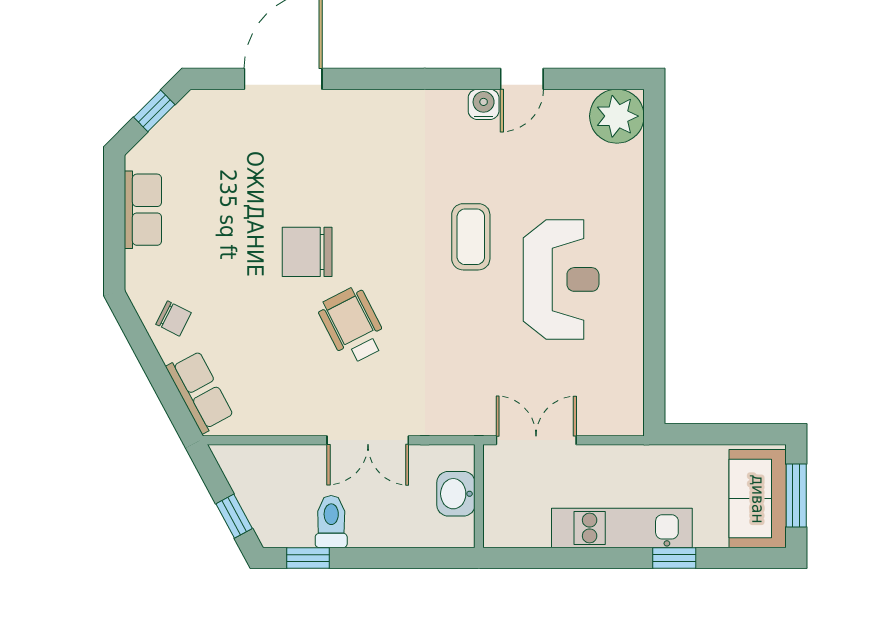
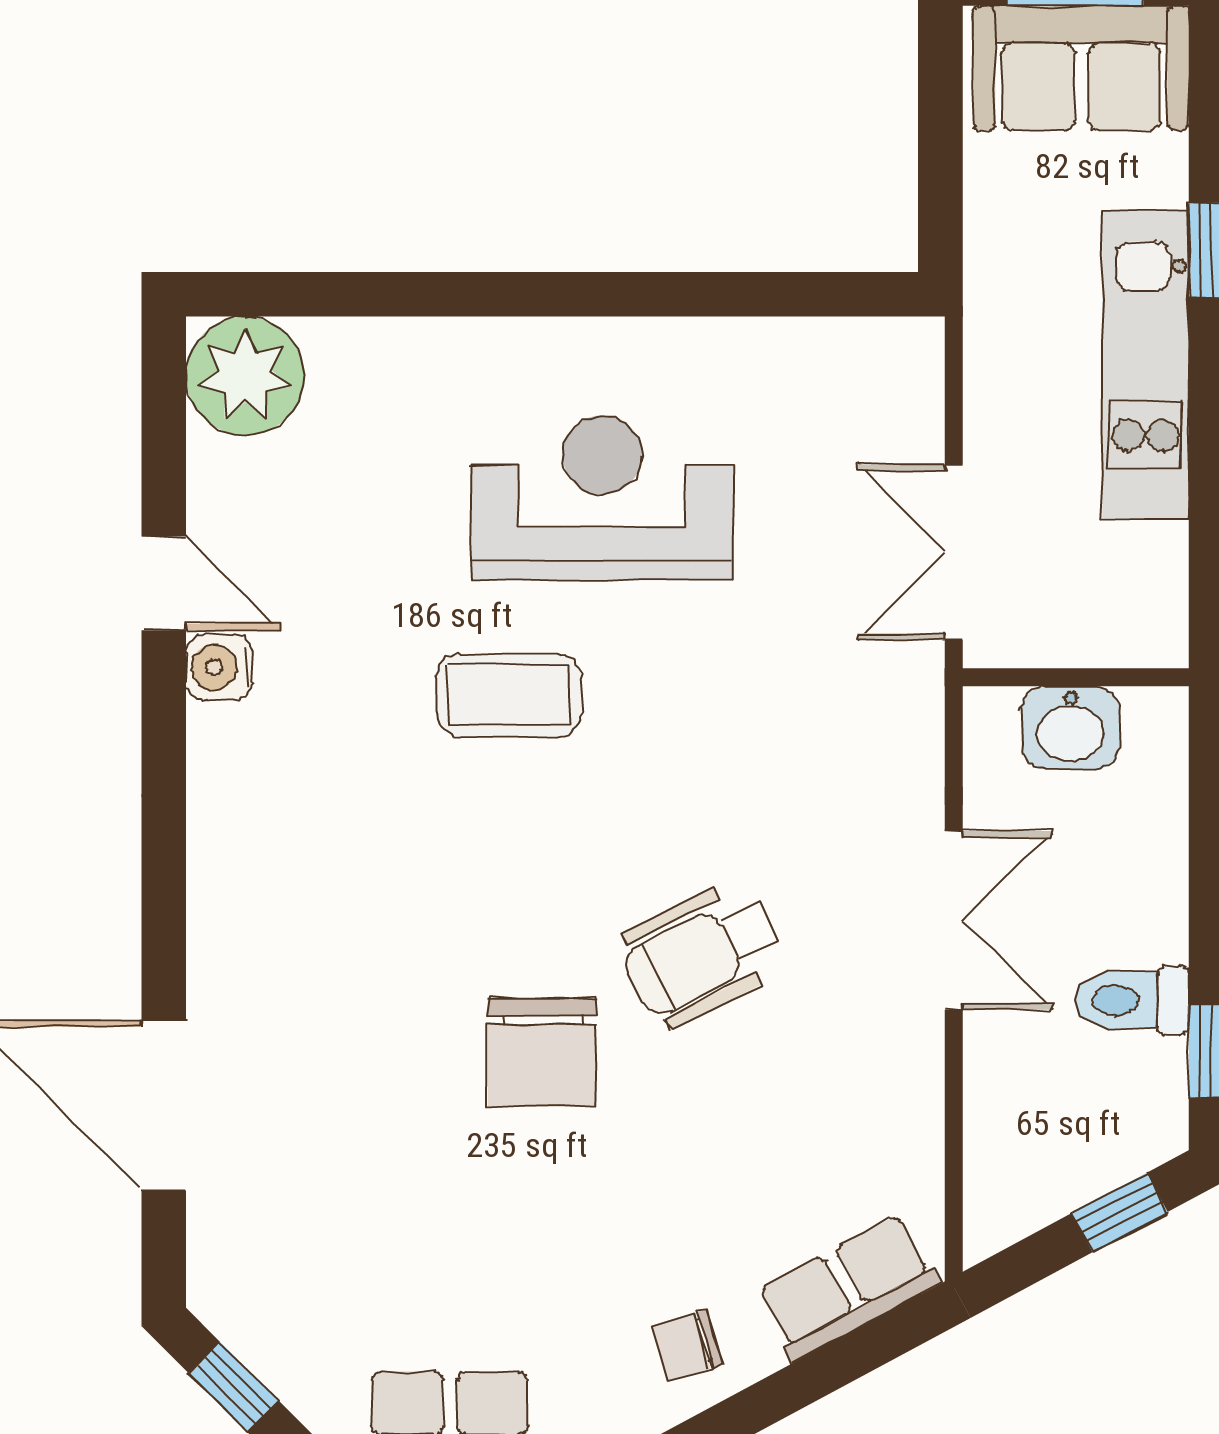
chair: (174, 318) -> (688, 1345), turned -134

